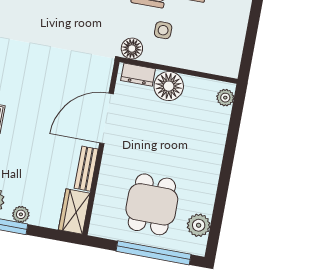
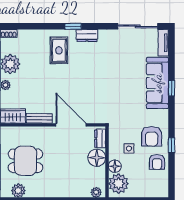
floor lamp: (132, 48) -> (115, 166), moved
plant: (218, 58) -> (119, 184), added

